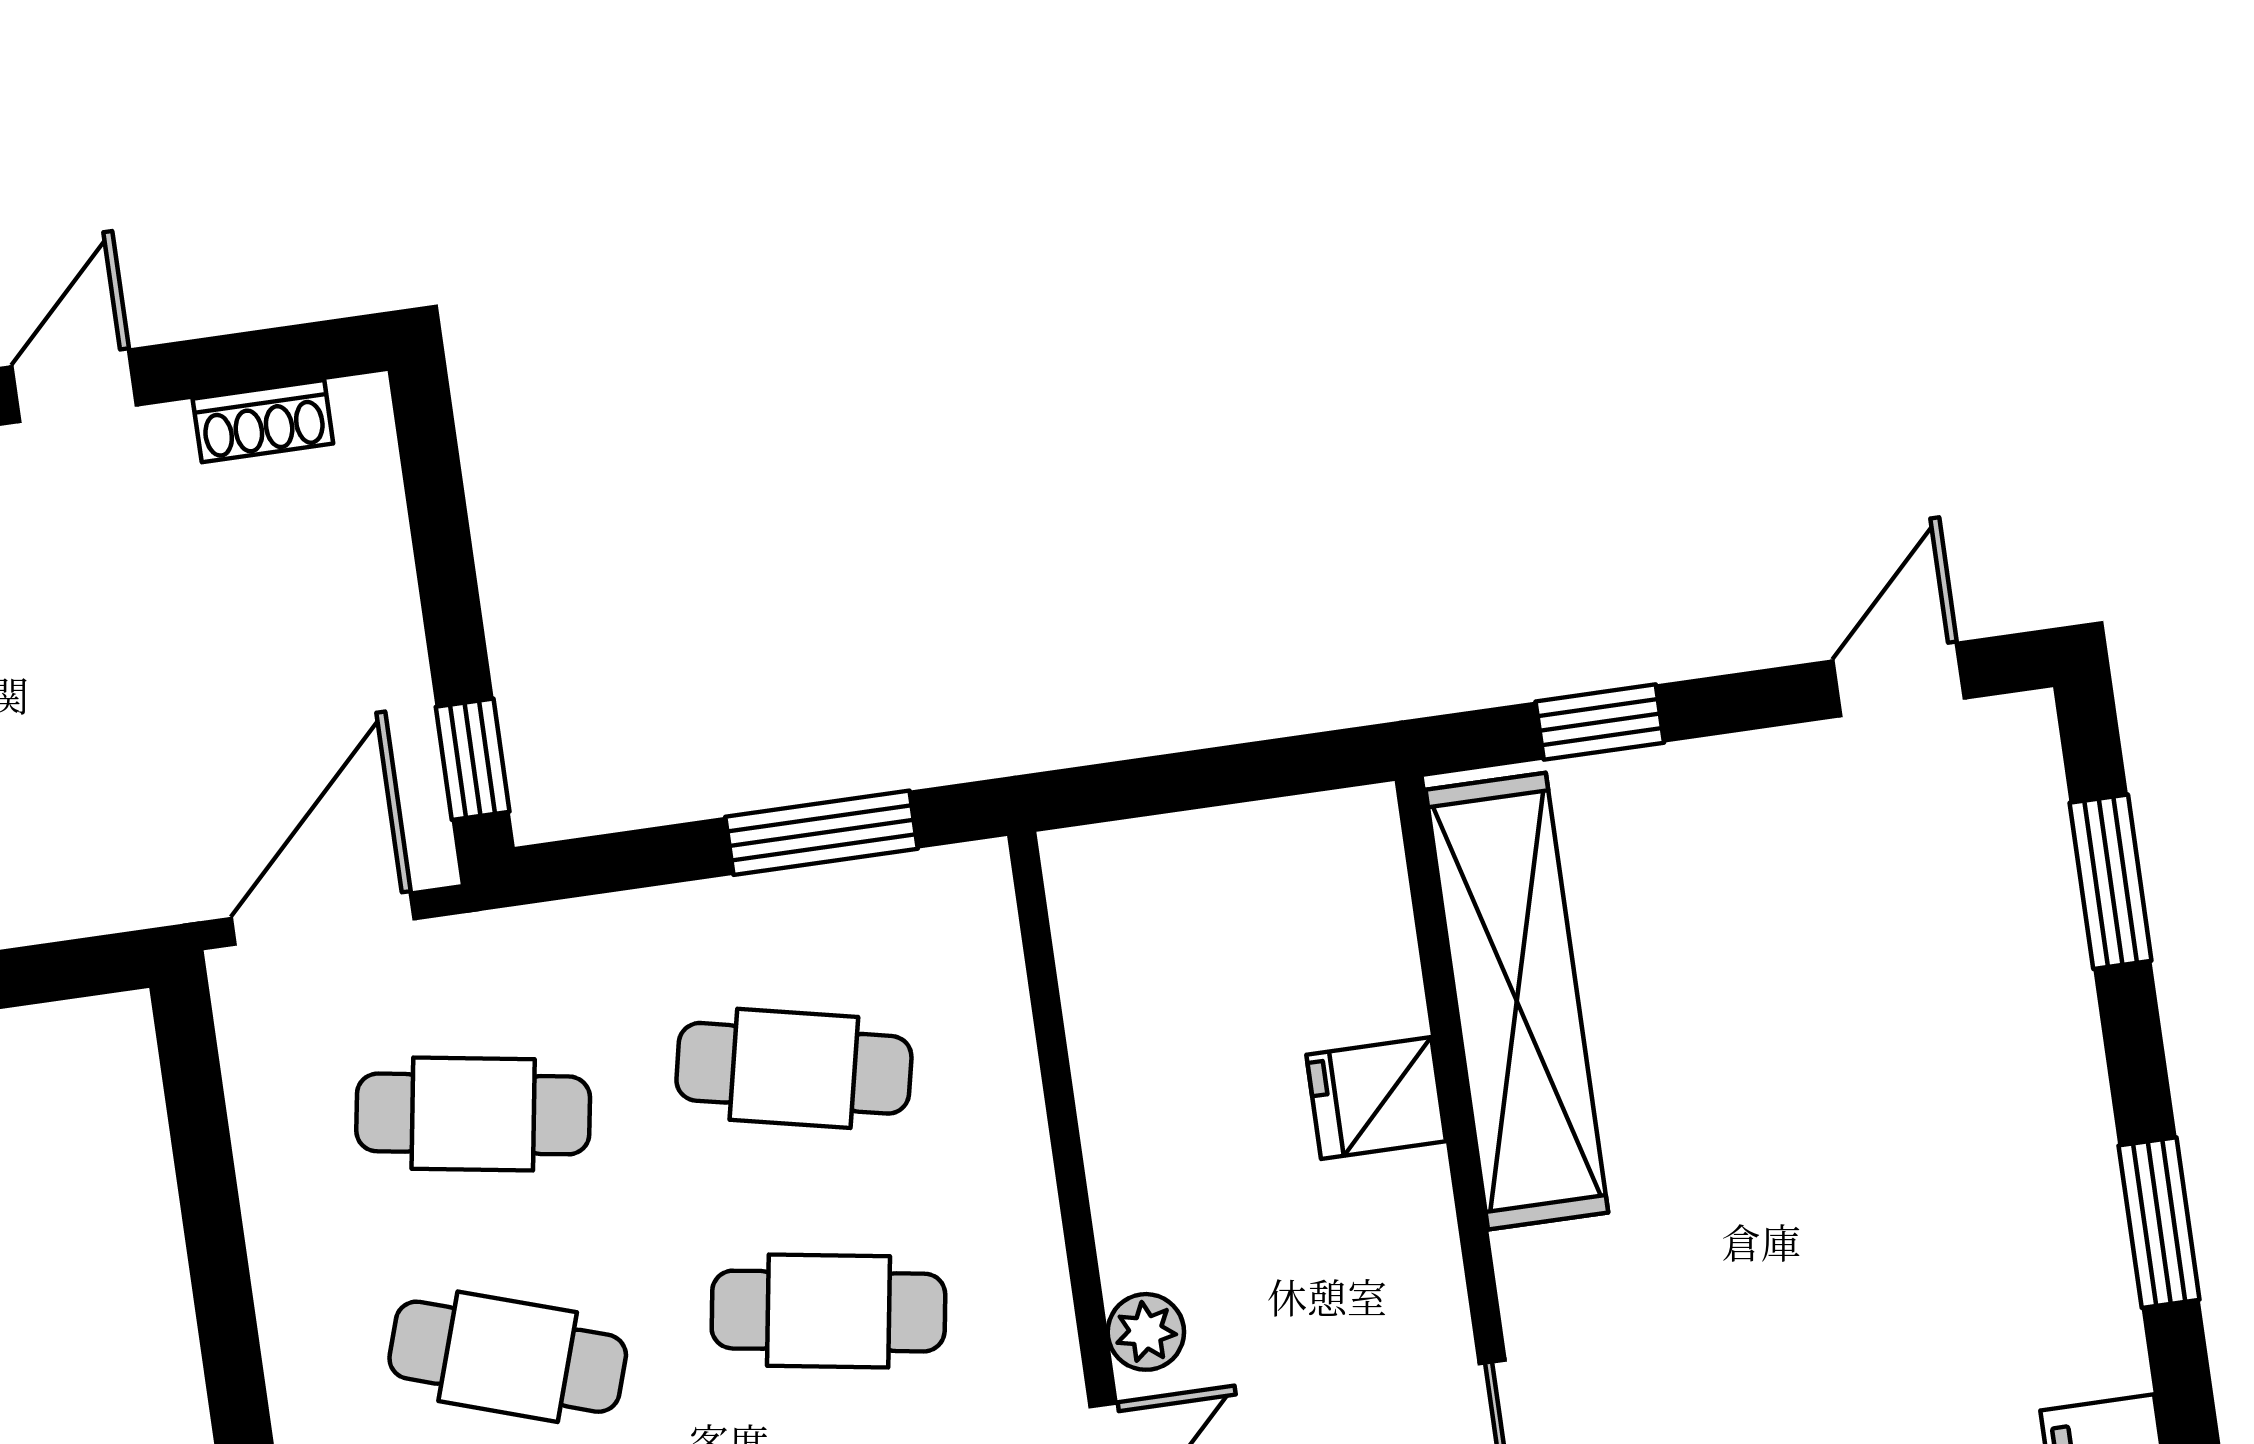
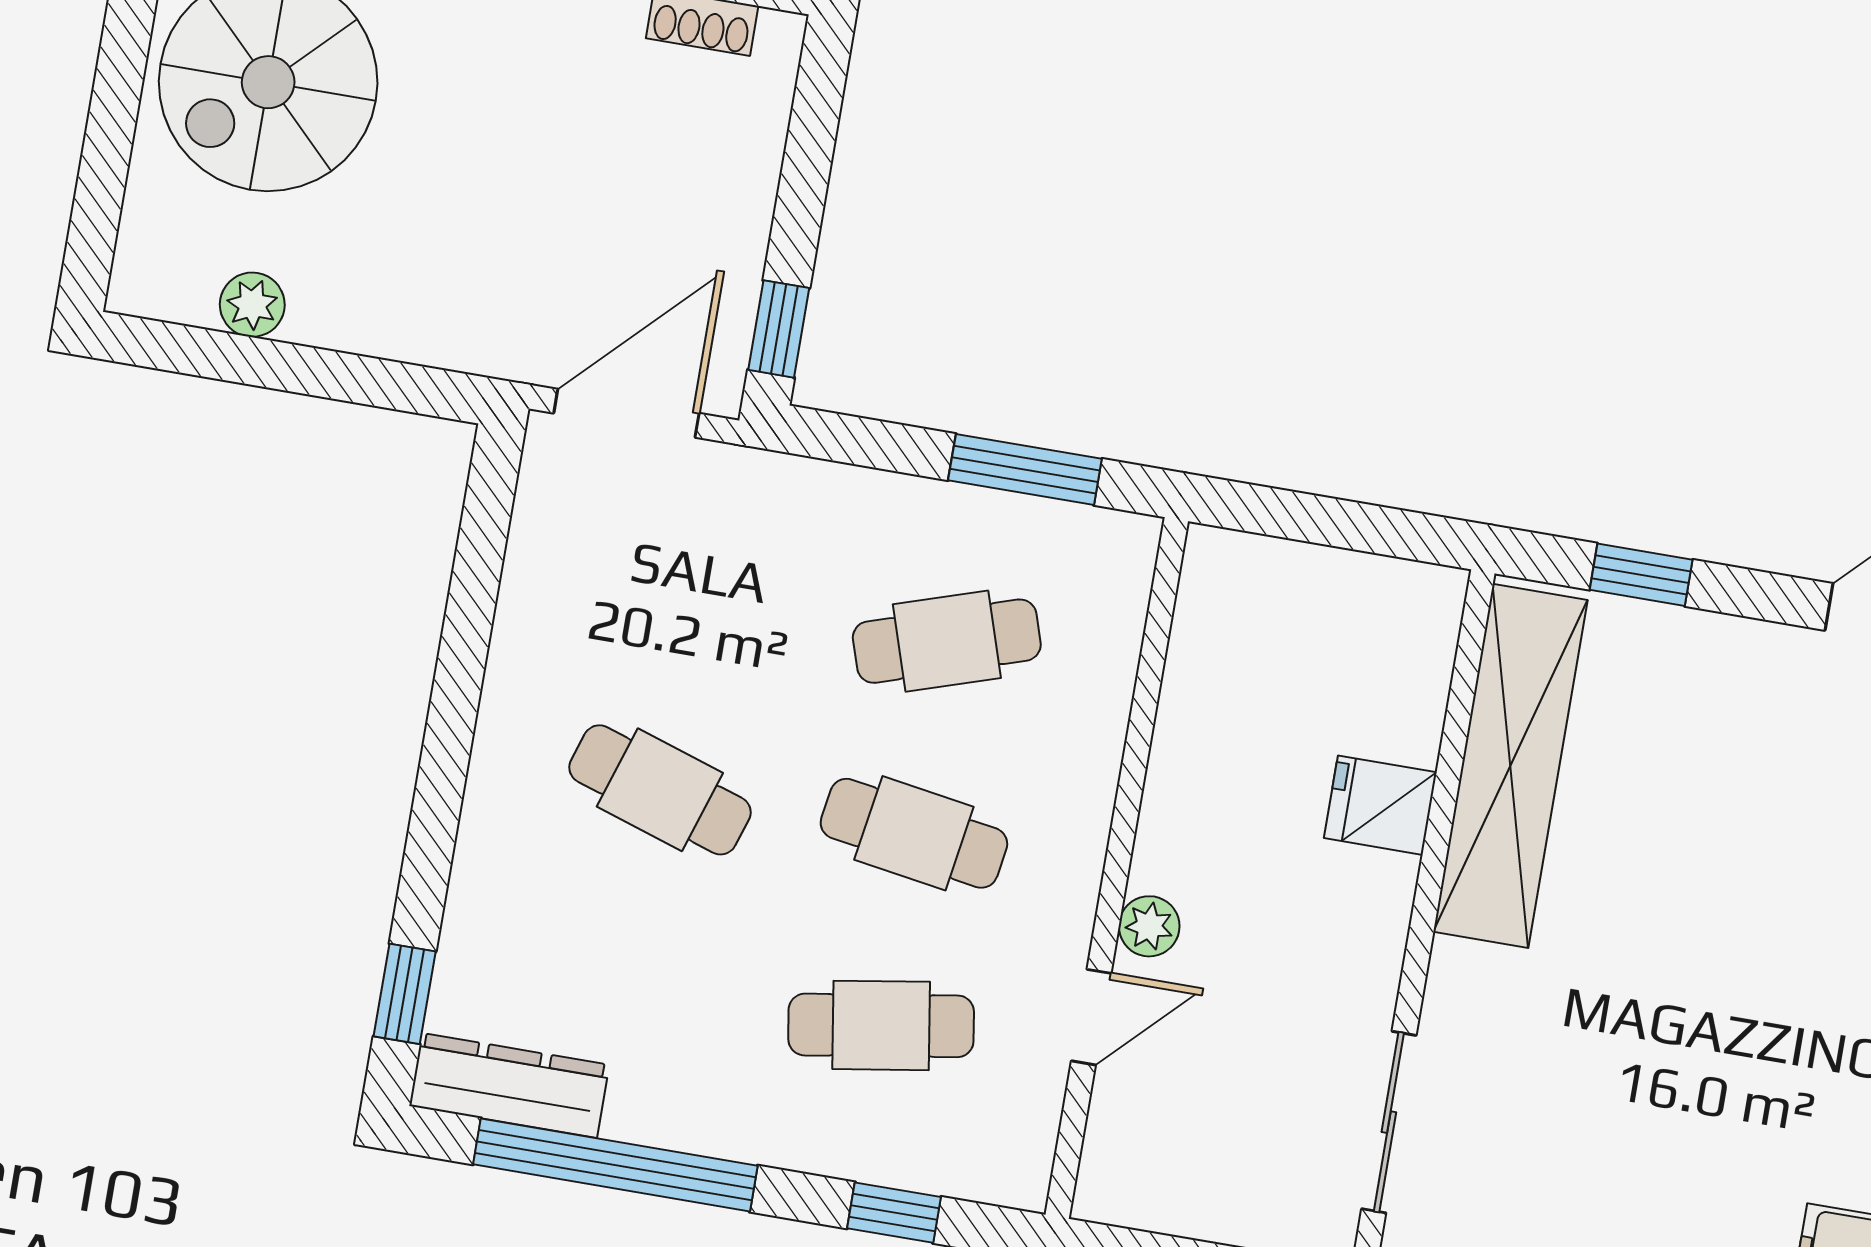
cafe table: (794, 1068) -> (947, 641), turned -30
cafe table: (473, 1114) -> (693, 598), removed

